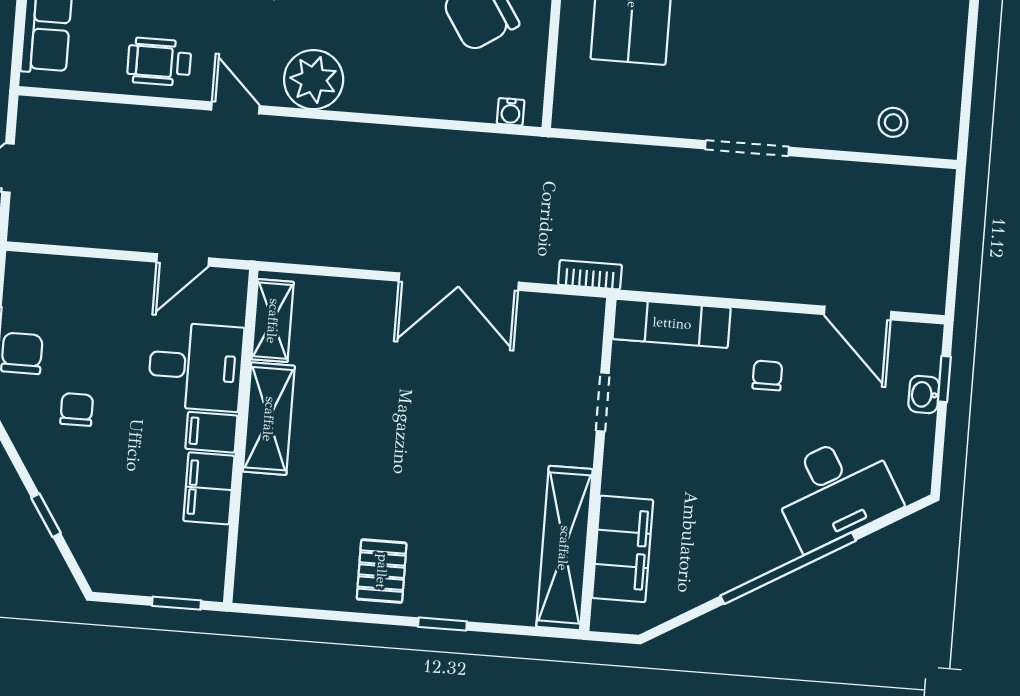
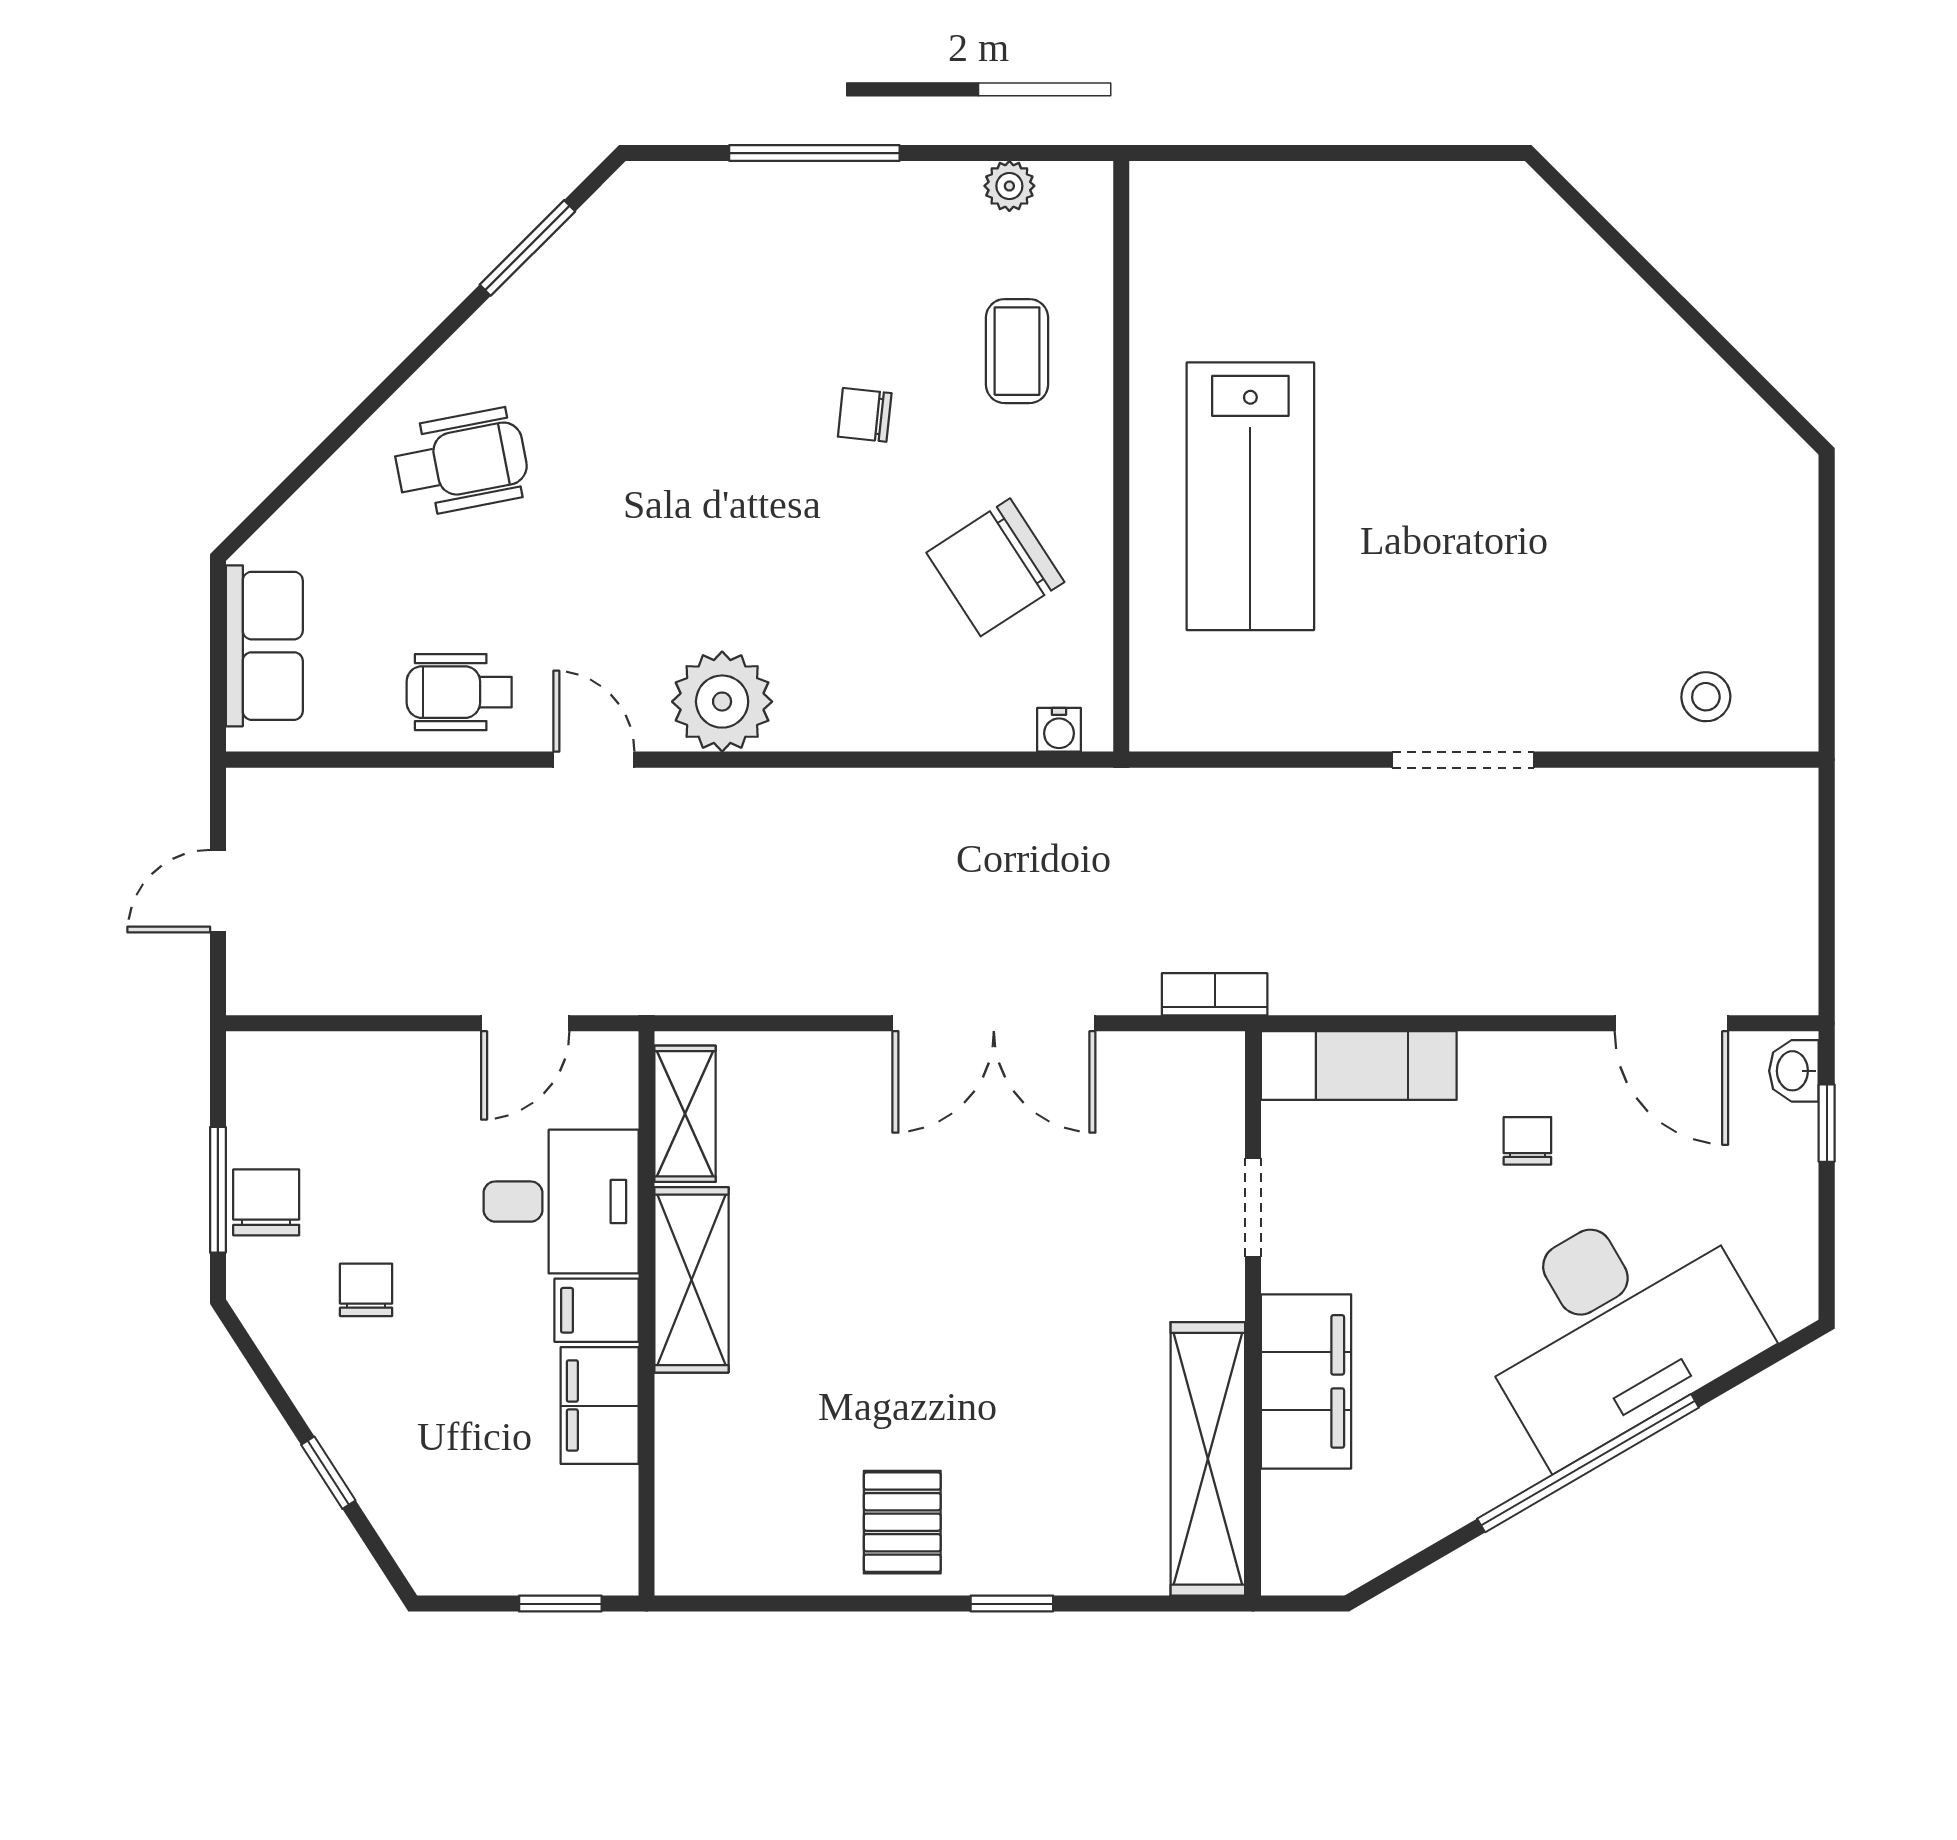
washbasin: (924, 394) -> (1794, 1071), moved
desk: (835, 491) -> (1616, 1325), width x1.36, depth x1.30
filing cabinet: (623, 549) -> (1306, 1381), moved

